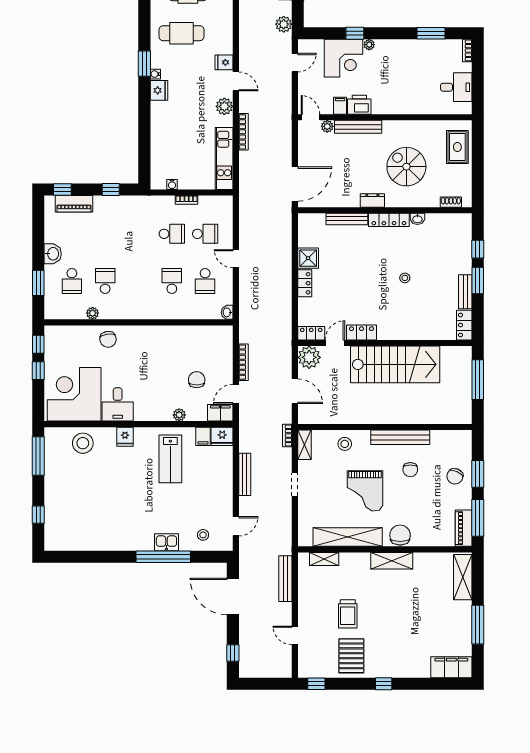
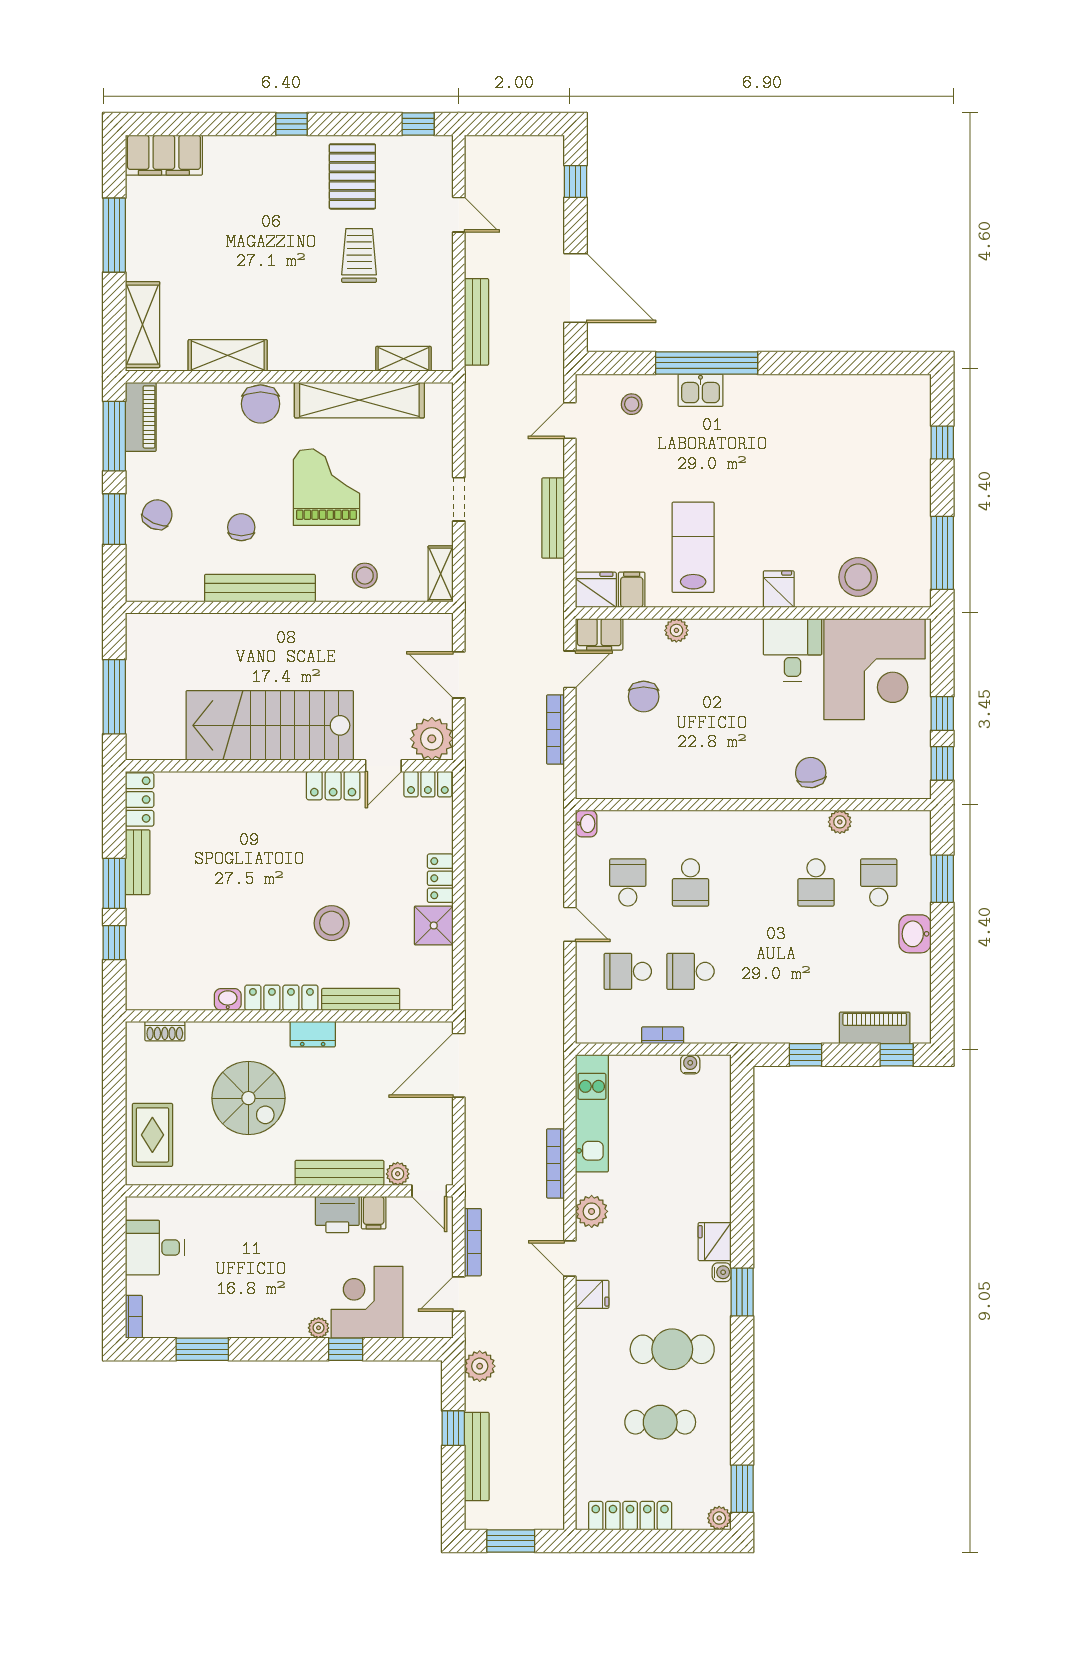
stool: (405, 278) -> (332, 923), moved, width x1.89, depth x1.89
bookcase: (287, 436) -> (473, 1242), moved, width x1.56
shelving: (392, 561) -> (228, 355), moved

